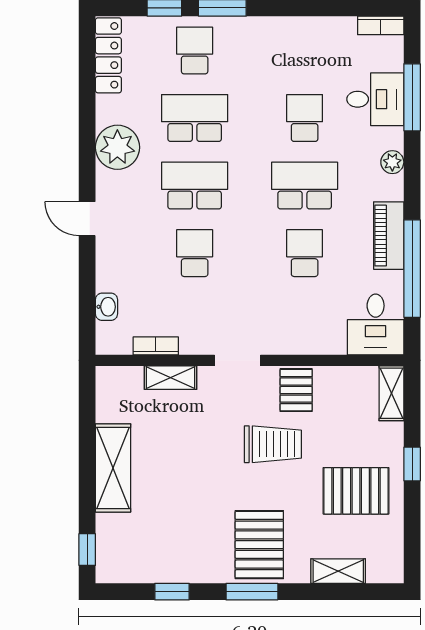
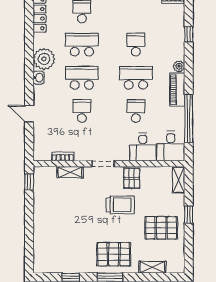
window: (412, 97) -> (189, 34), width x0.46
desk: (375, 99) -> (143, 147), moved, turned 90
door: (87, 219) -> (29, 114), moved
piano: (389, 236) -> (177, 90), moved
washbasin: (106, 307) -> (39, 78), moved
shelving: (113, 468) -> (42, 217), removed
pallet: (259, 545) -> (114, 254), turned 90
window: (87, 550) -> (29, 182), moved

